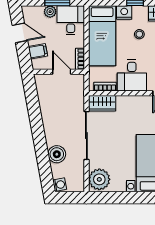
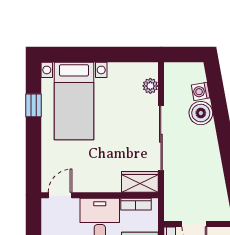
plant: (99, 179) -> (150, 86), width x0.53, depth x0.53
washing machine: (60, 185) -> (201, 91), moved

